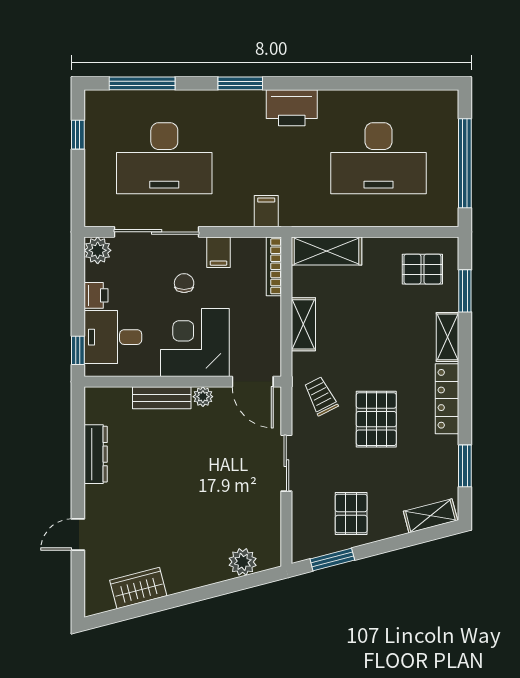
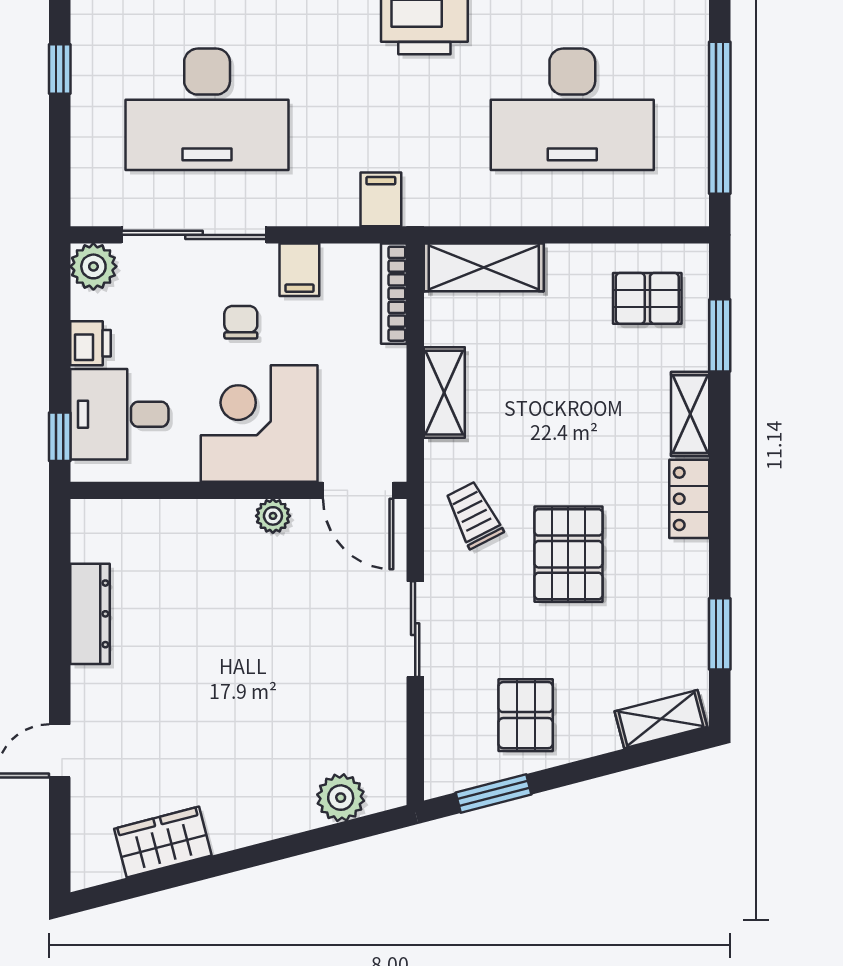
bench: (162, 398) -> (203, 518), removed
locker: (447, 399) -> (689, 499), width x0.66

